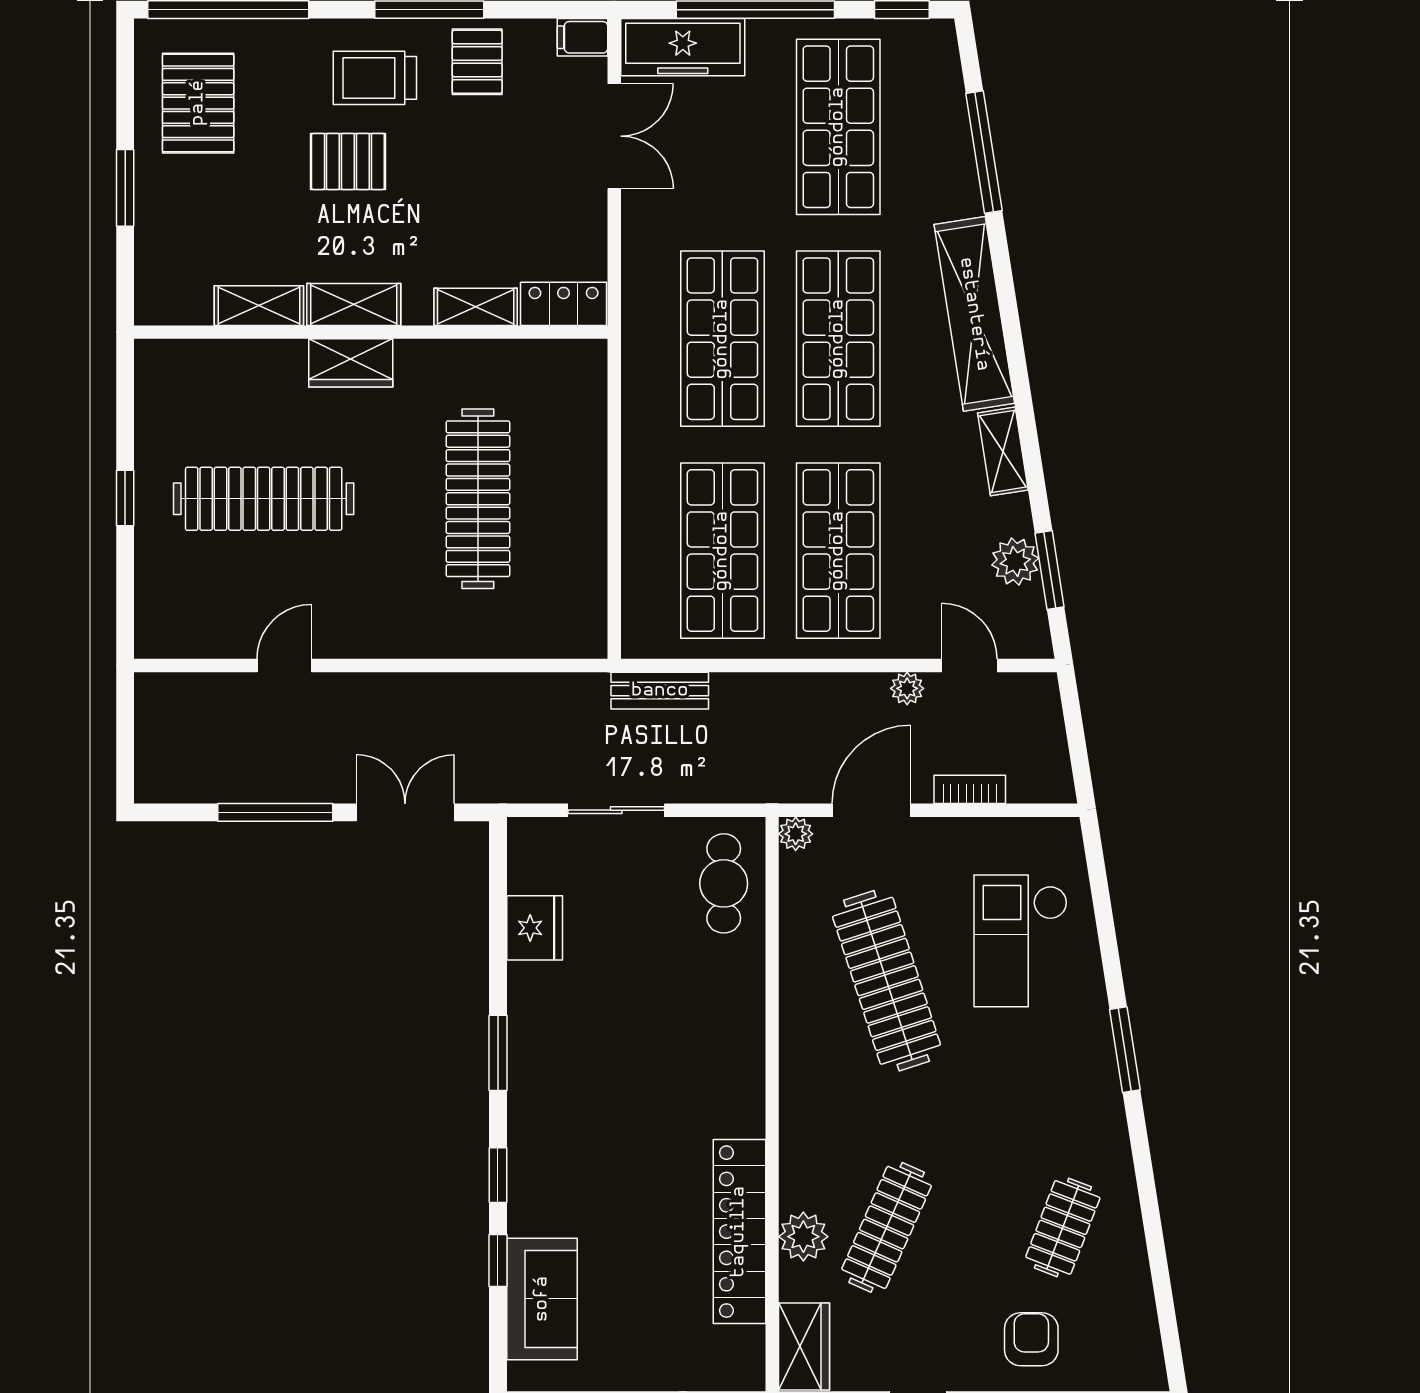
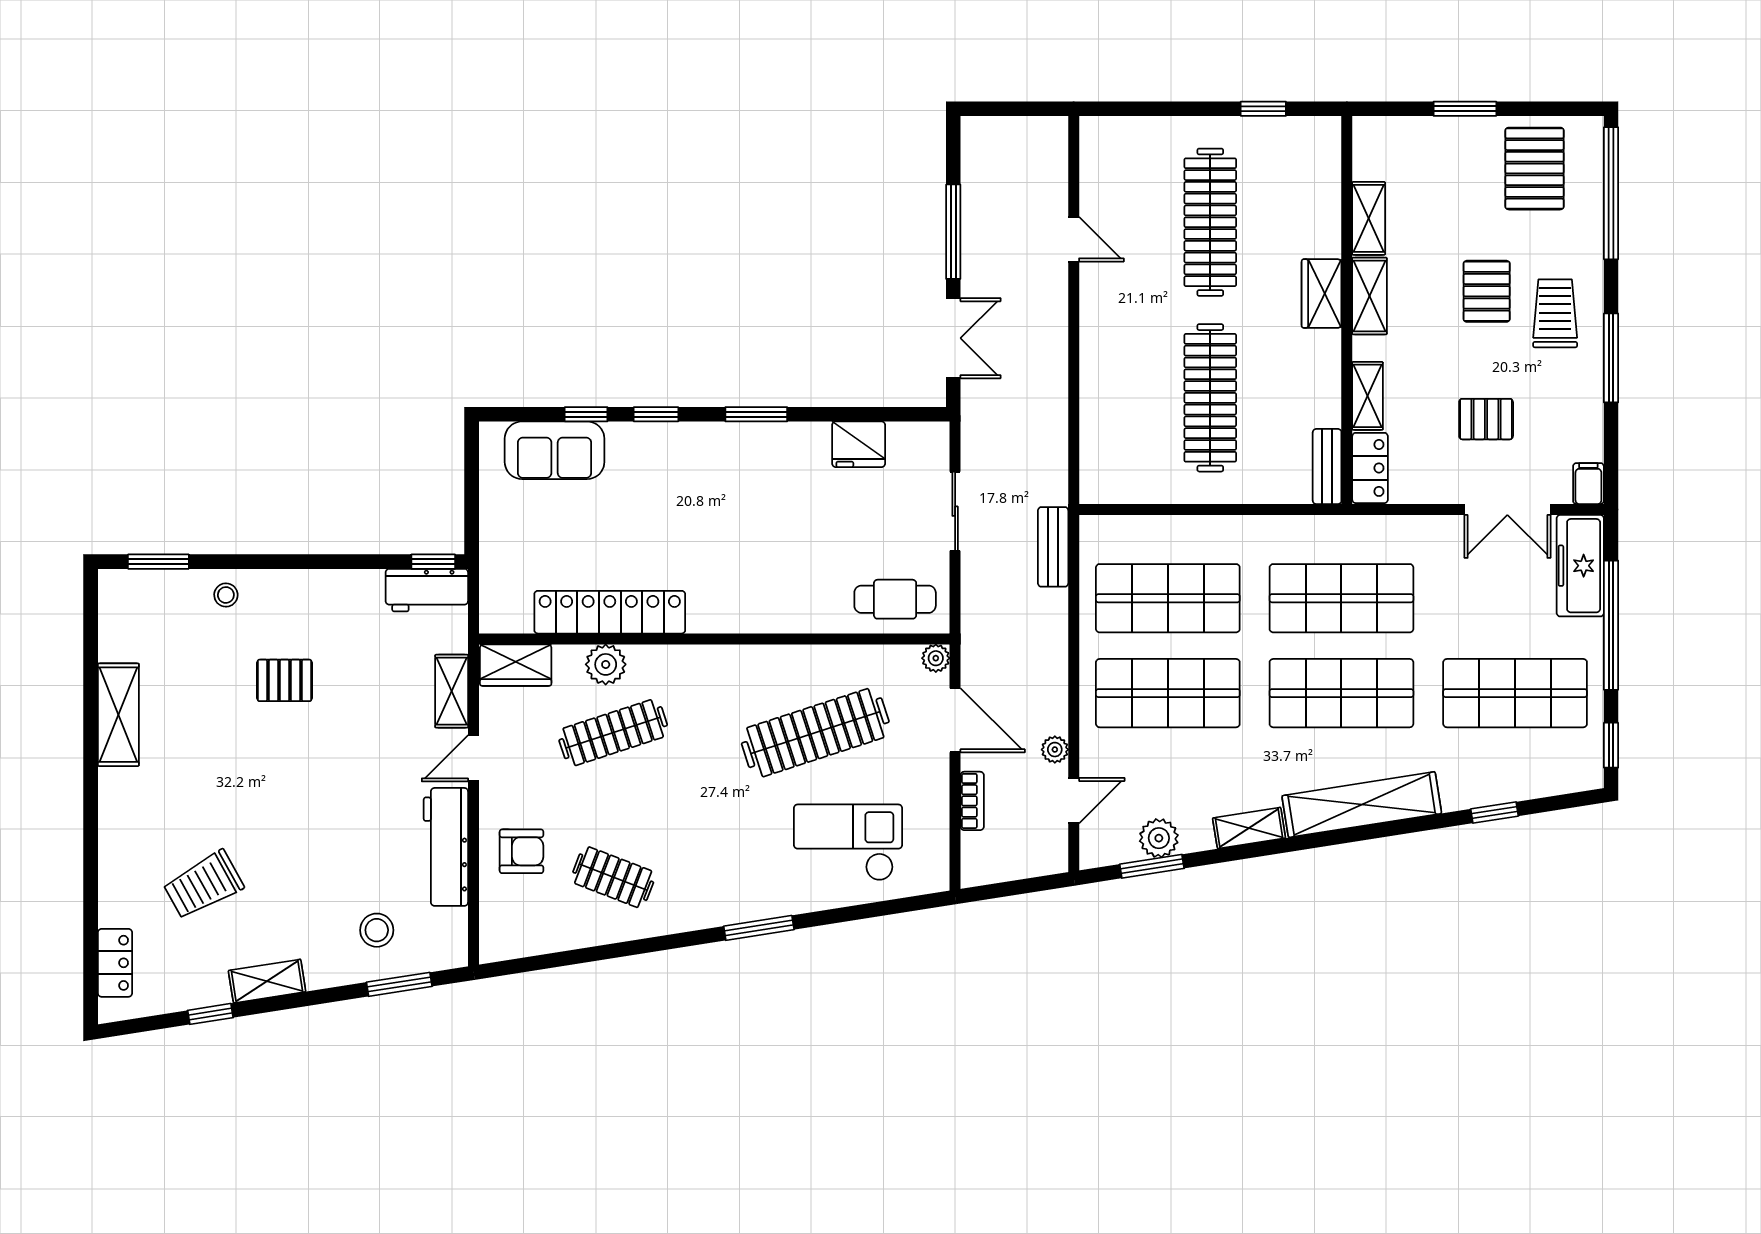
pallet: (477, 62) -> (1486, 419), moved
pallet: (198, 103) -> (1535, 169), turned 90
window: (984, 152) -> (1494, 812), width x0.46
bench: (562, 356) -> (1327, 467), added
window: (125, 498) -> (1263, 109), moved
clothes rail: (478, 499) -> (1210, 398), turned 90
clothes rail: (887, 1227) -> (613, 733), turned -42

